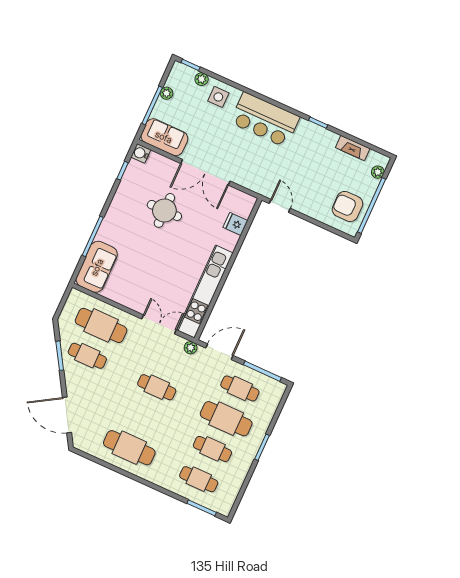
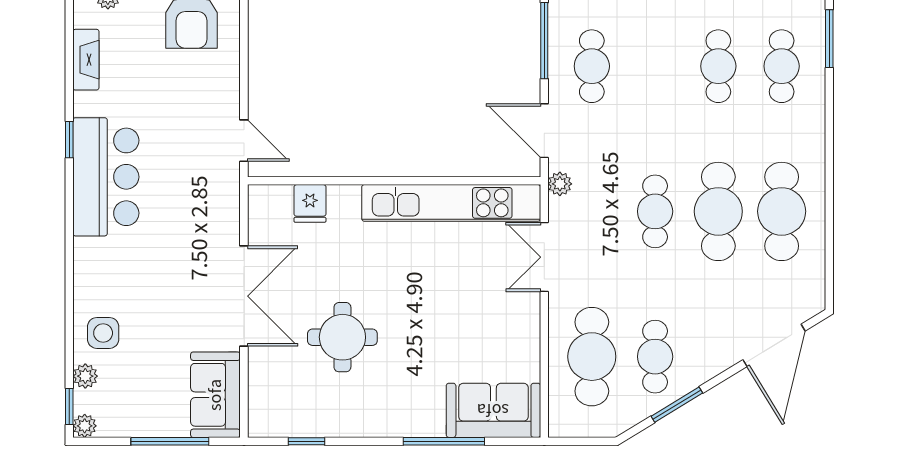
plant: (167, 93) -> (85, 426), moved
bar counter: (265, 120) -> (106, 177), moved
water cooler: (141, 153) -> (262, 423), removed
door: (280, 206) -> (244, 141), swing flipped
cafe table: (226, 419) -> (718, 211), moved

